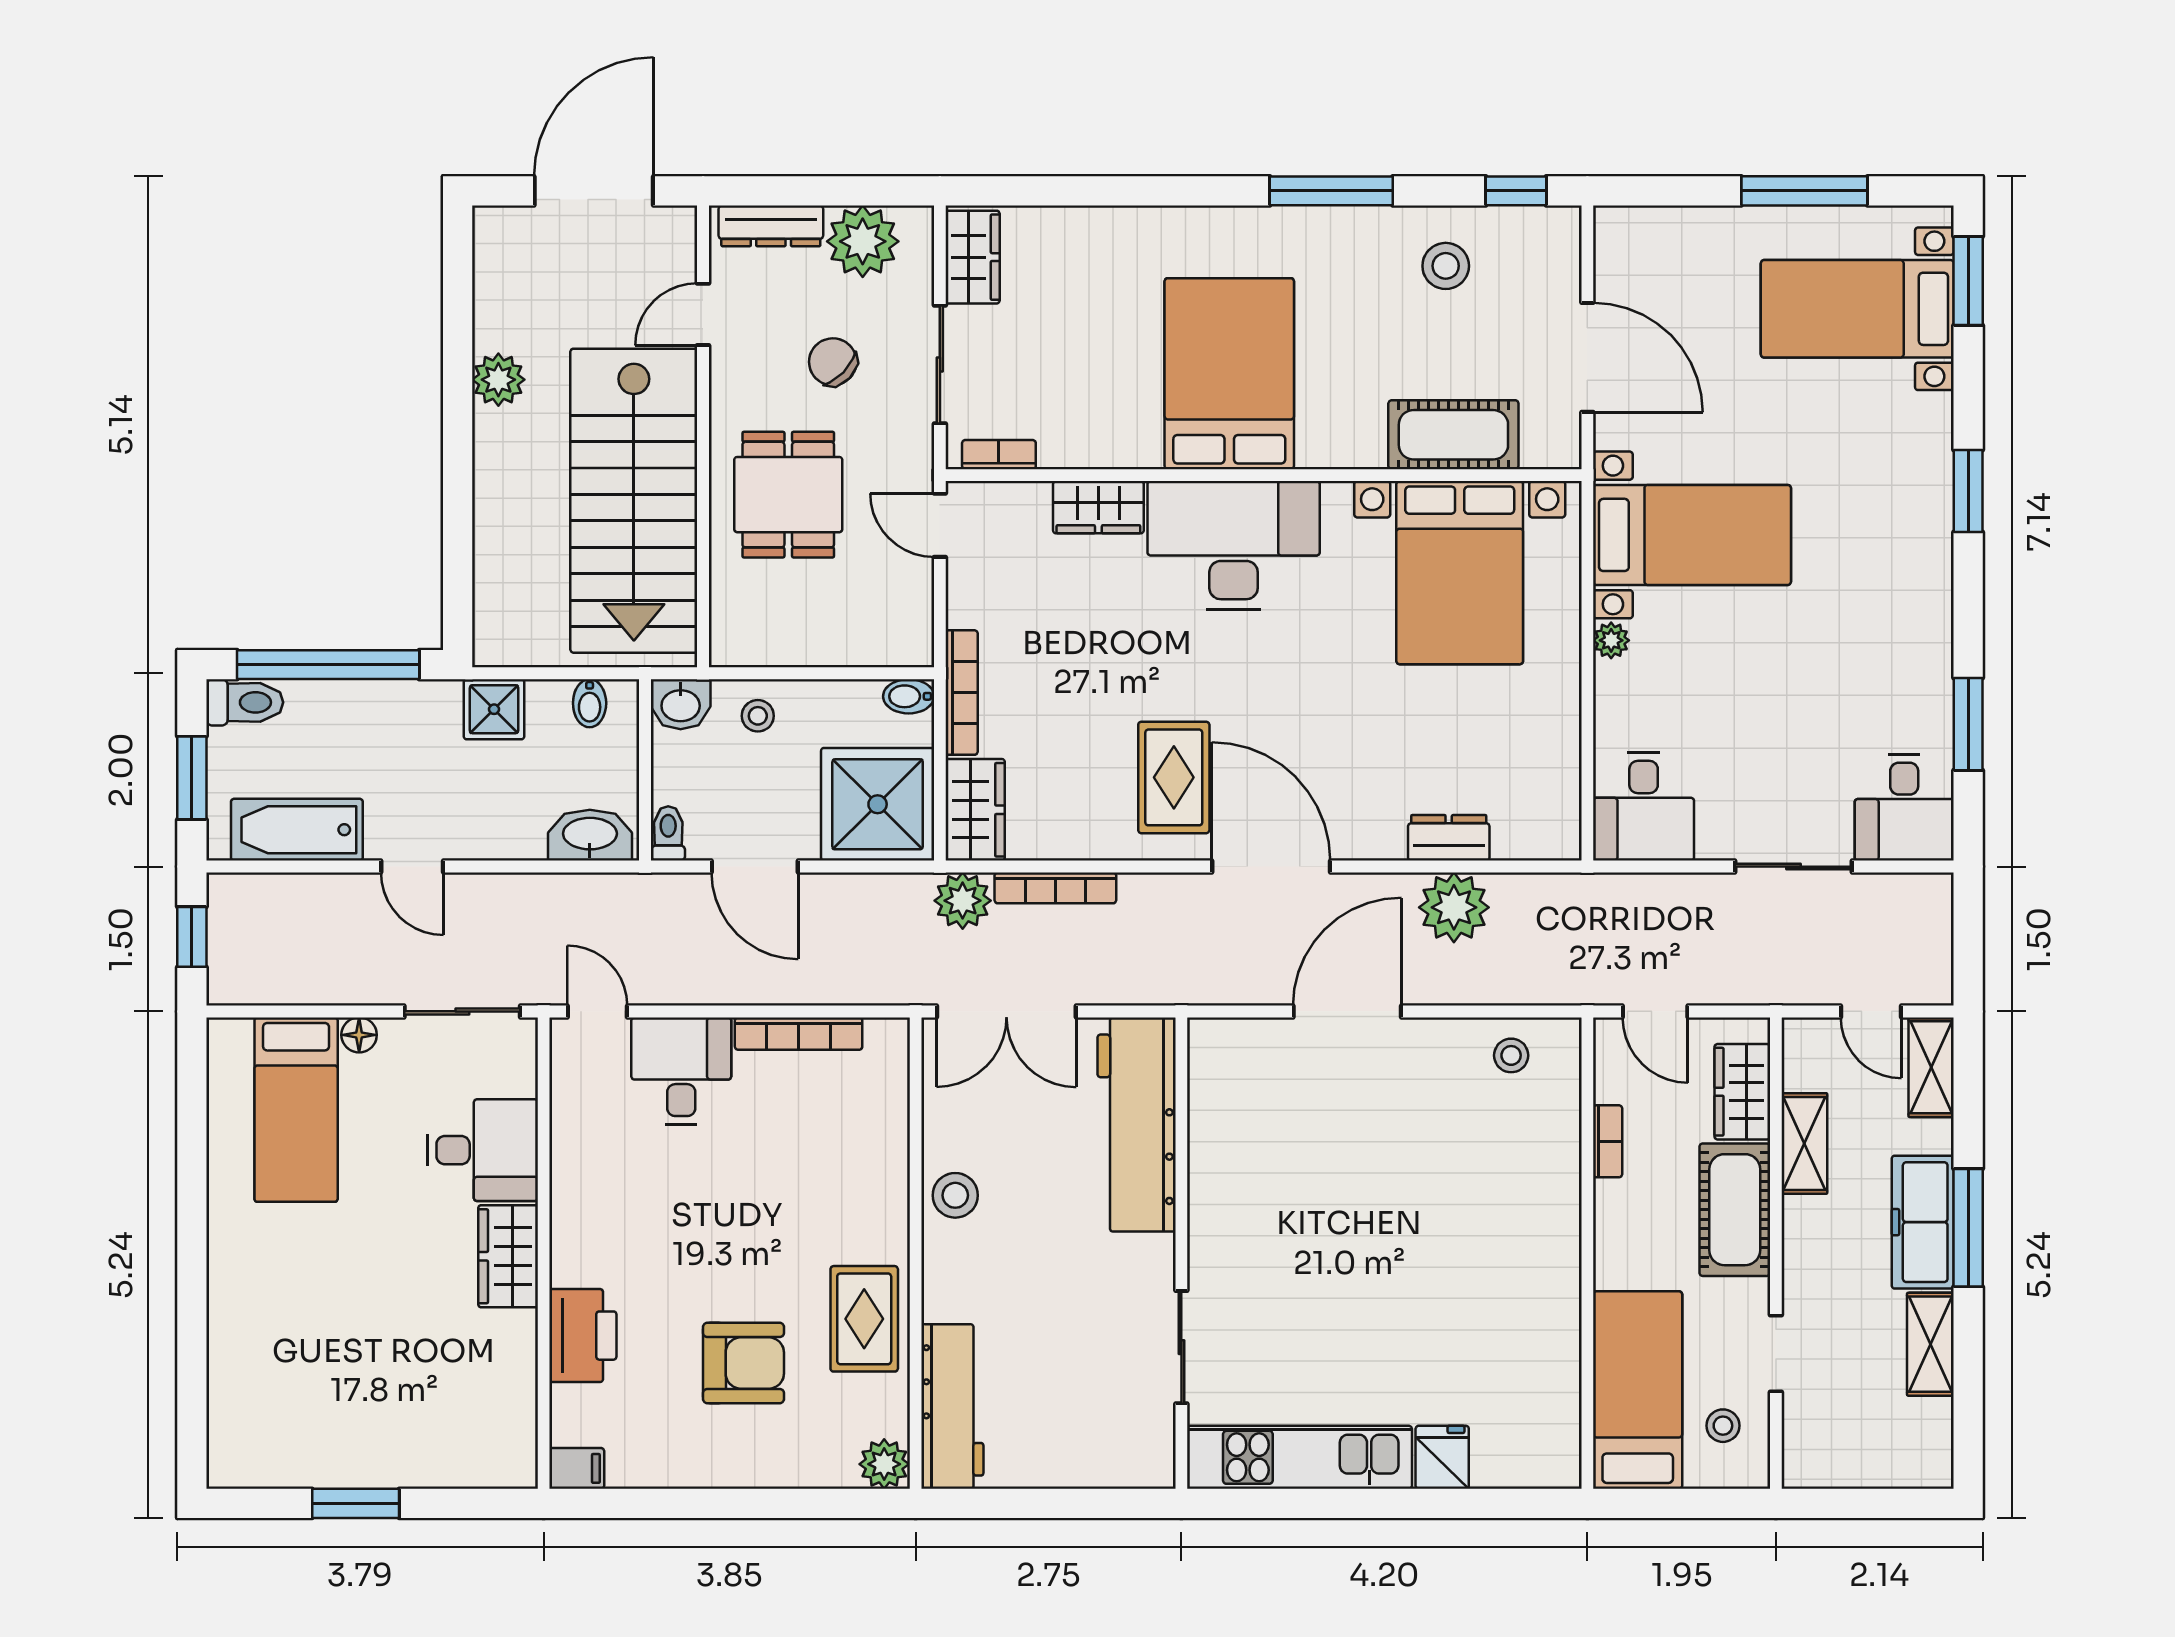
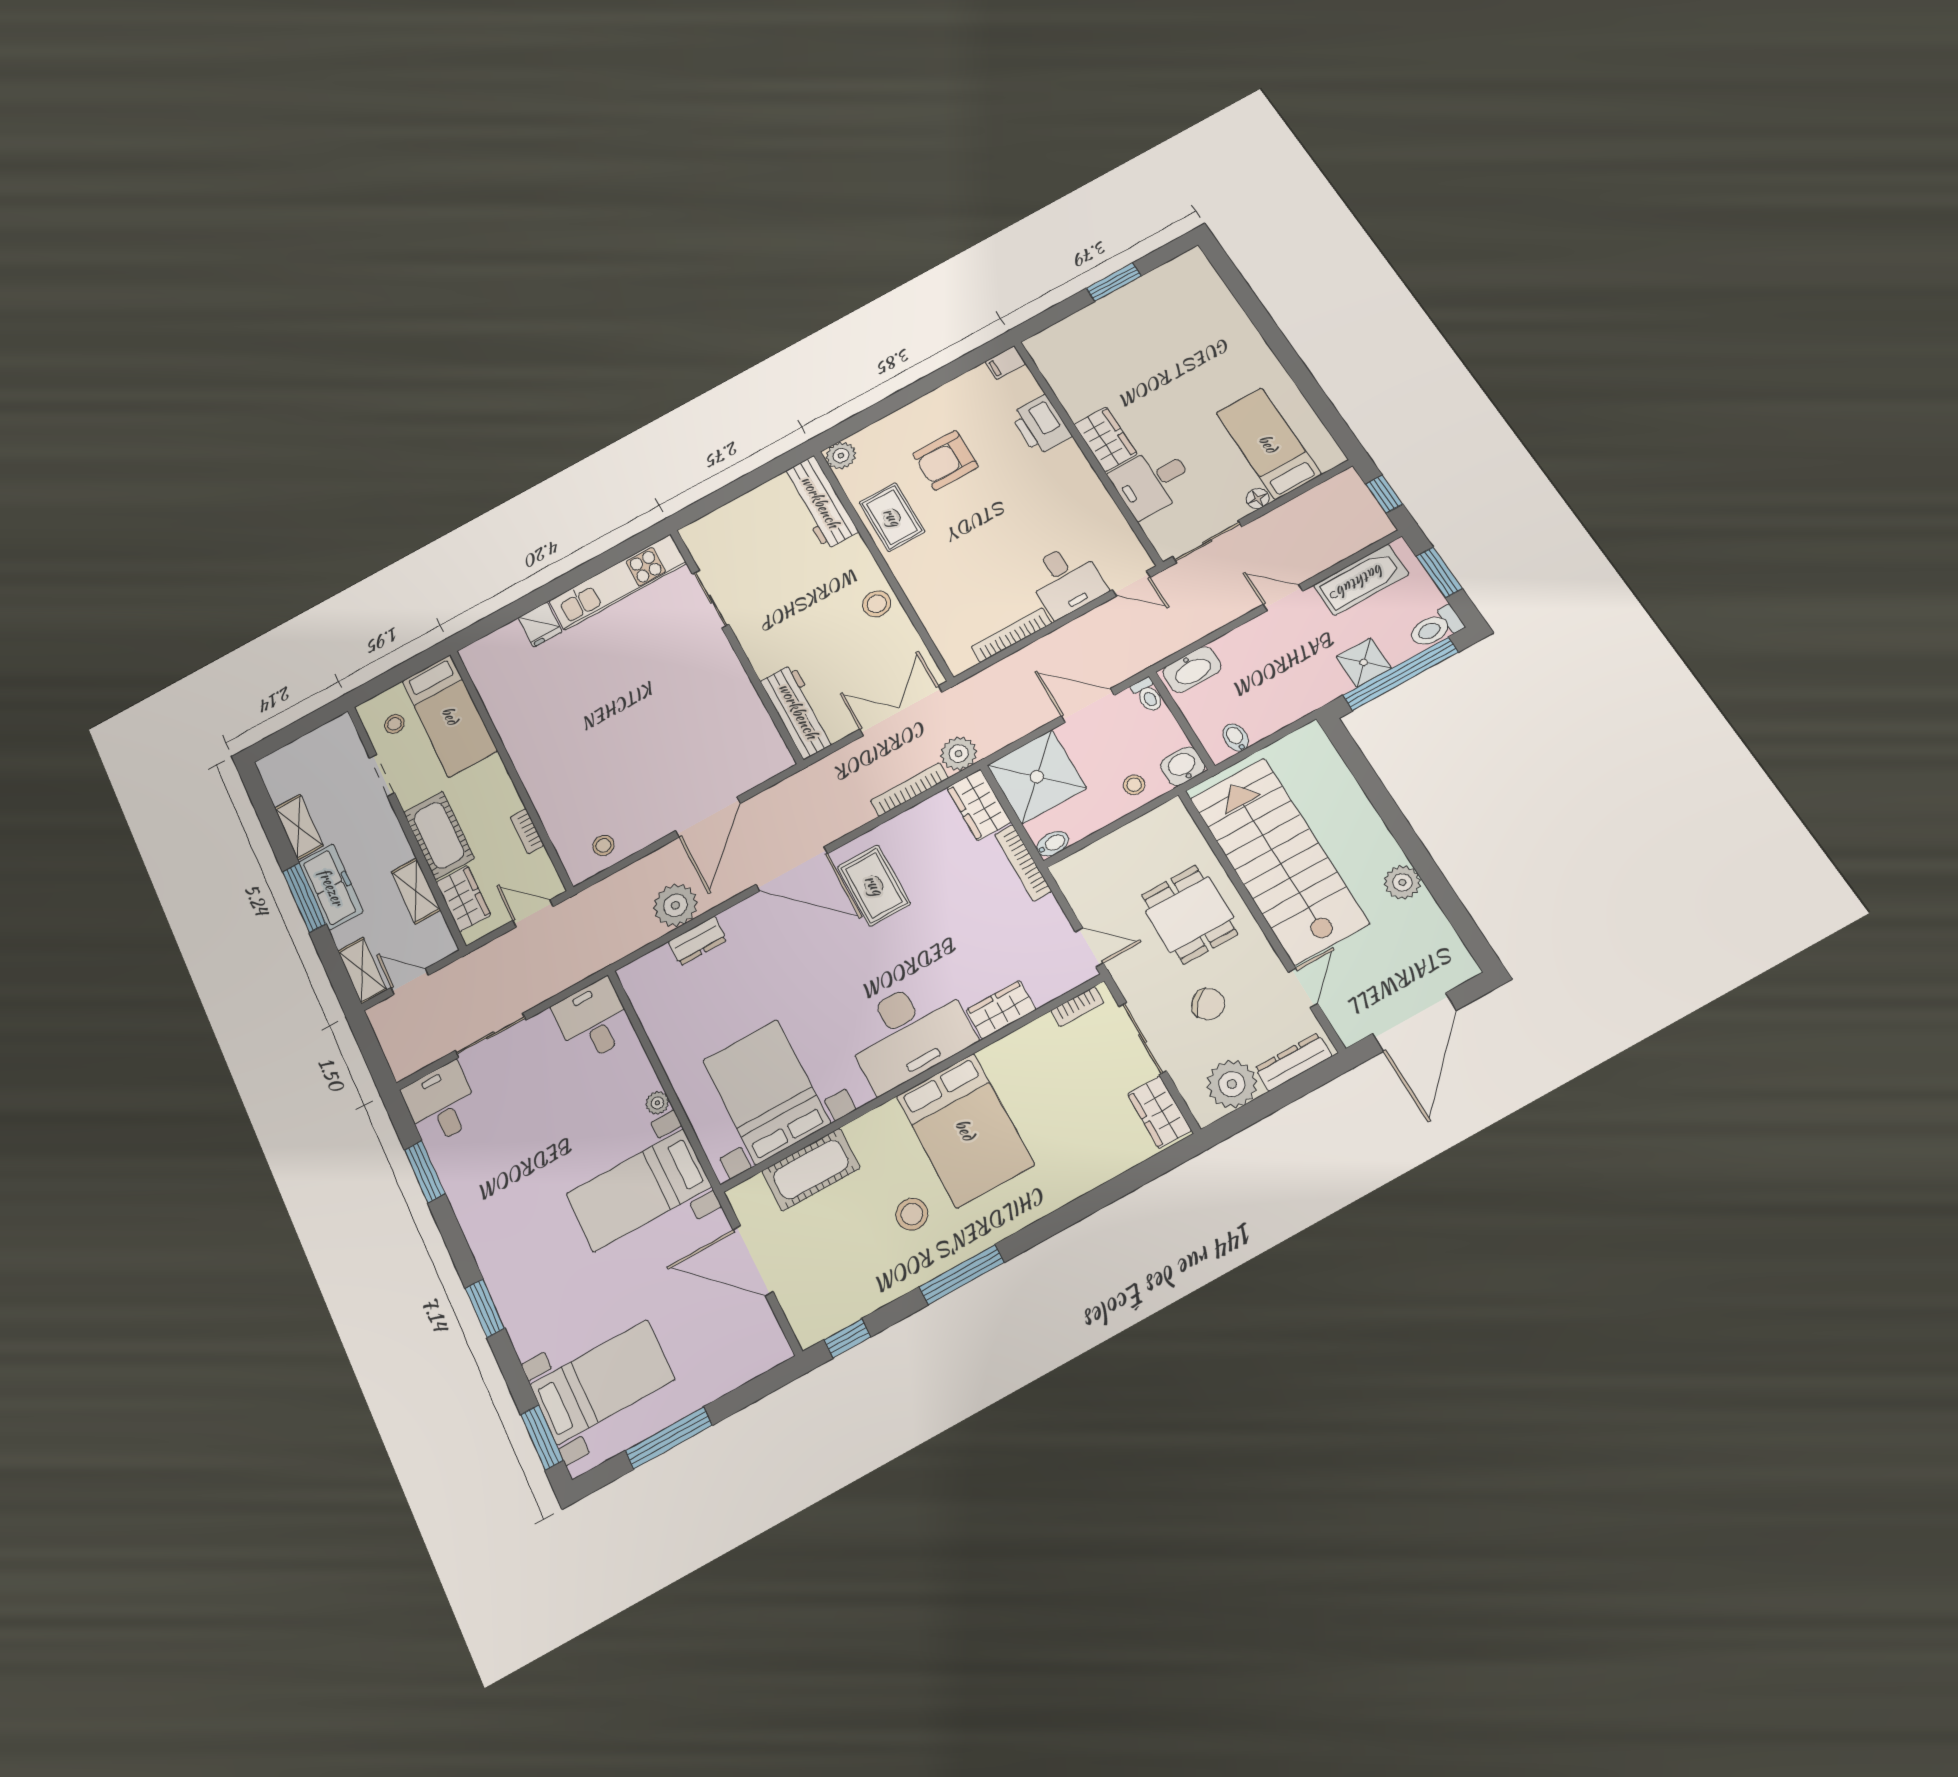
stool: (1446, 266) -> (912, 1214), moved
shower: (494, 709) -> (1364, 662), moved
workbench: (1137, 1124) -> (798, 711), width x0.73, depth x0.76

